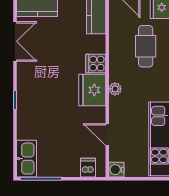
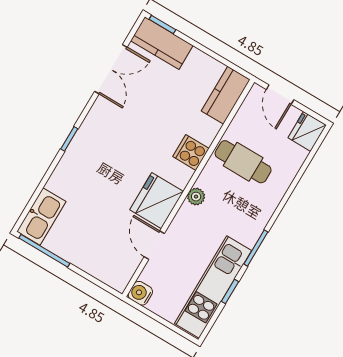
cafe table: (146, 46) -> (243, 162), moved, turned 90
fridge: (92, 90) -> (157, 201), moved
dishwasher: (88, 168) -> (108, 271), removed

